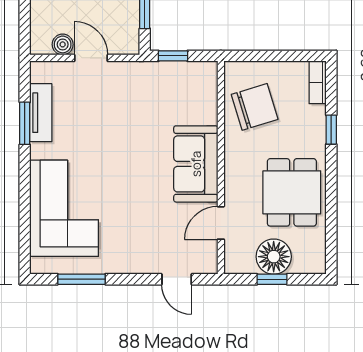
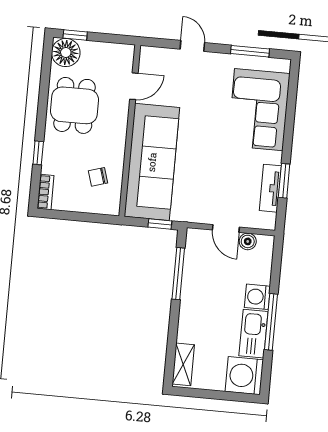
chair: (255, 107) -> (98, 177), width x0.54, depth x0.54
sofa: (196, 164) -> (152, 162), width x1.85, depth x1.27
floor lamp: (274, 257) -> (66, 53), moved
door: (177, 279) -> (192, 46), moved
window: (272, 279) -> (75, 35), moved

